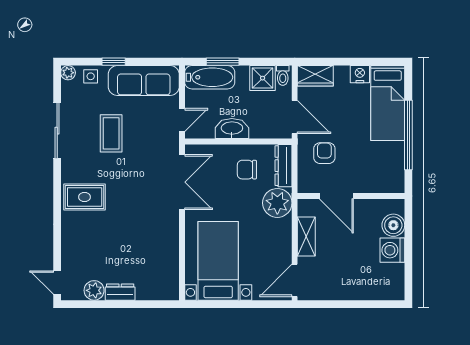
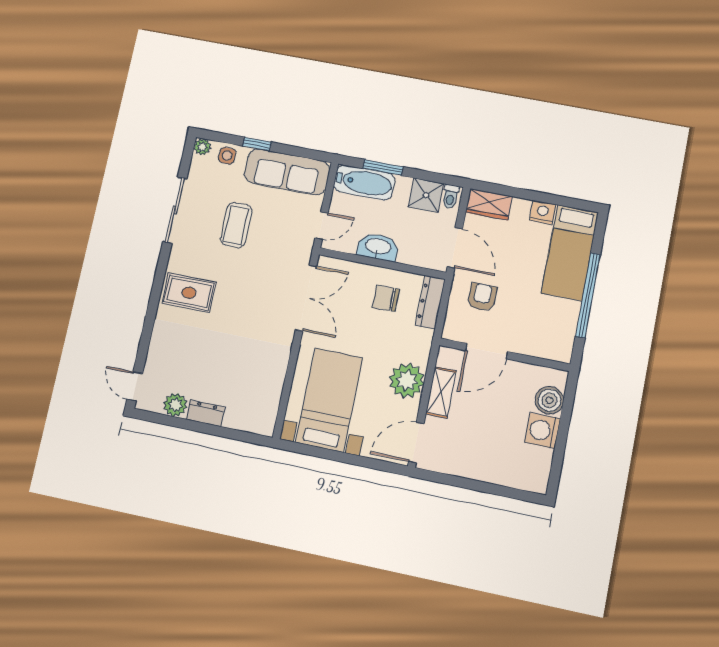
door: (336, 196) -> (487, 351), hinge flipped
plant: (277, 203) -> (407, 381), moved

